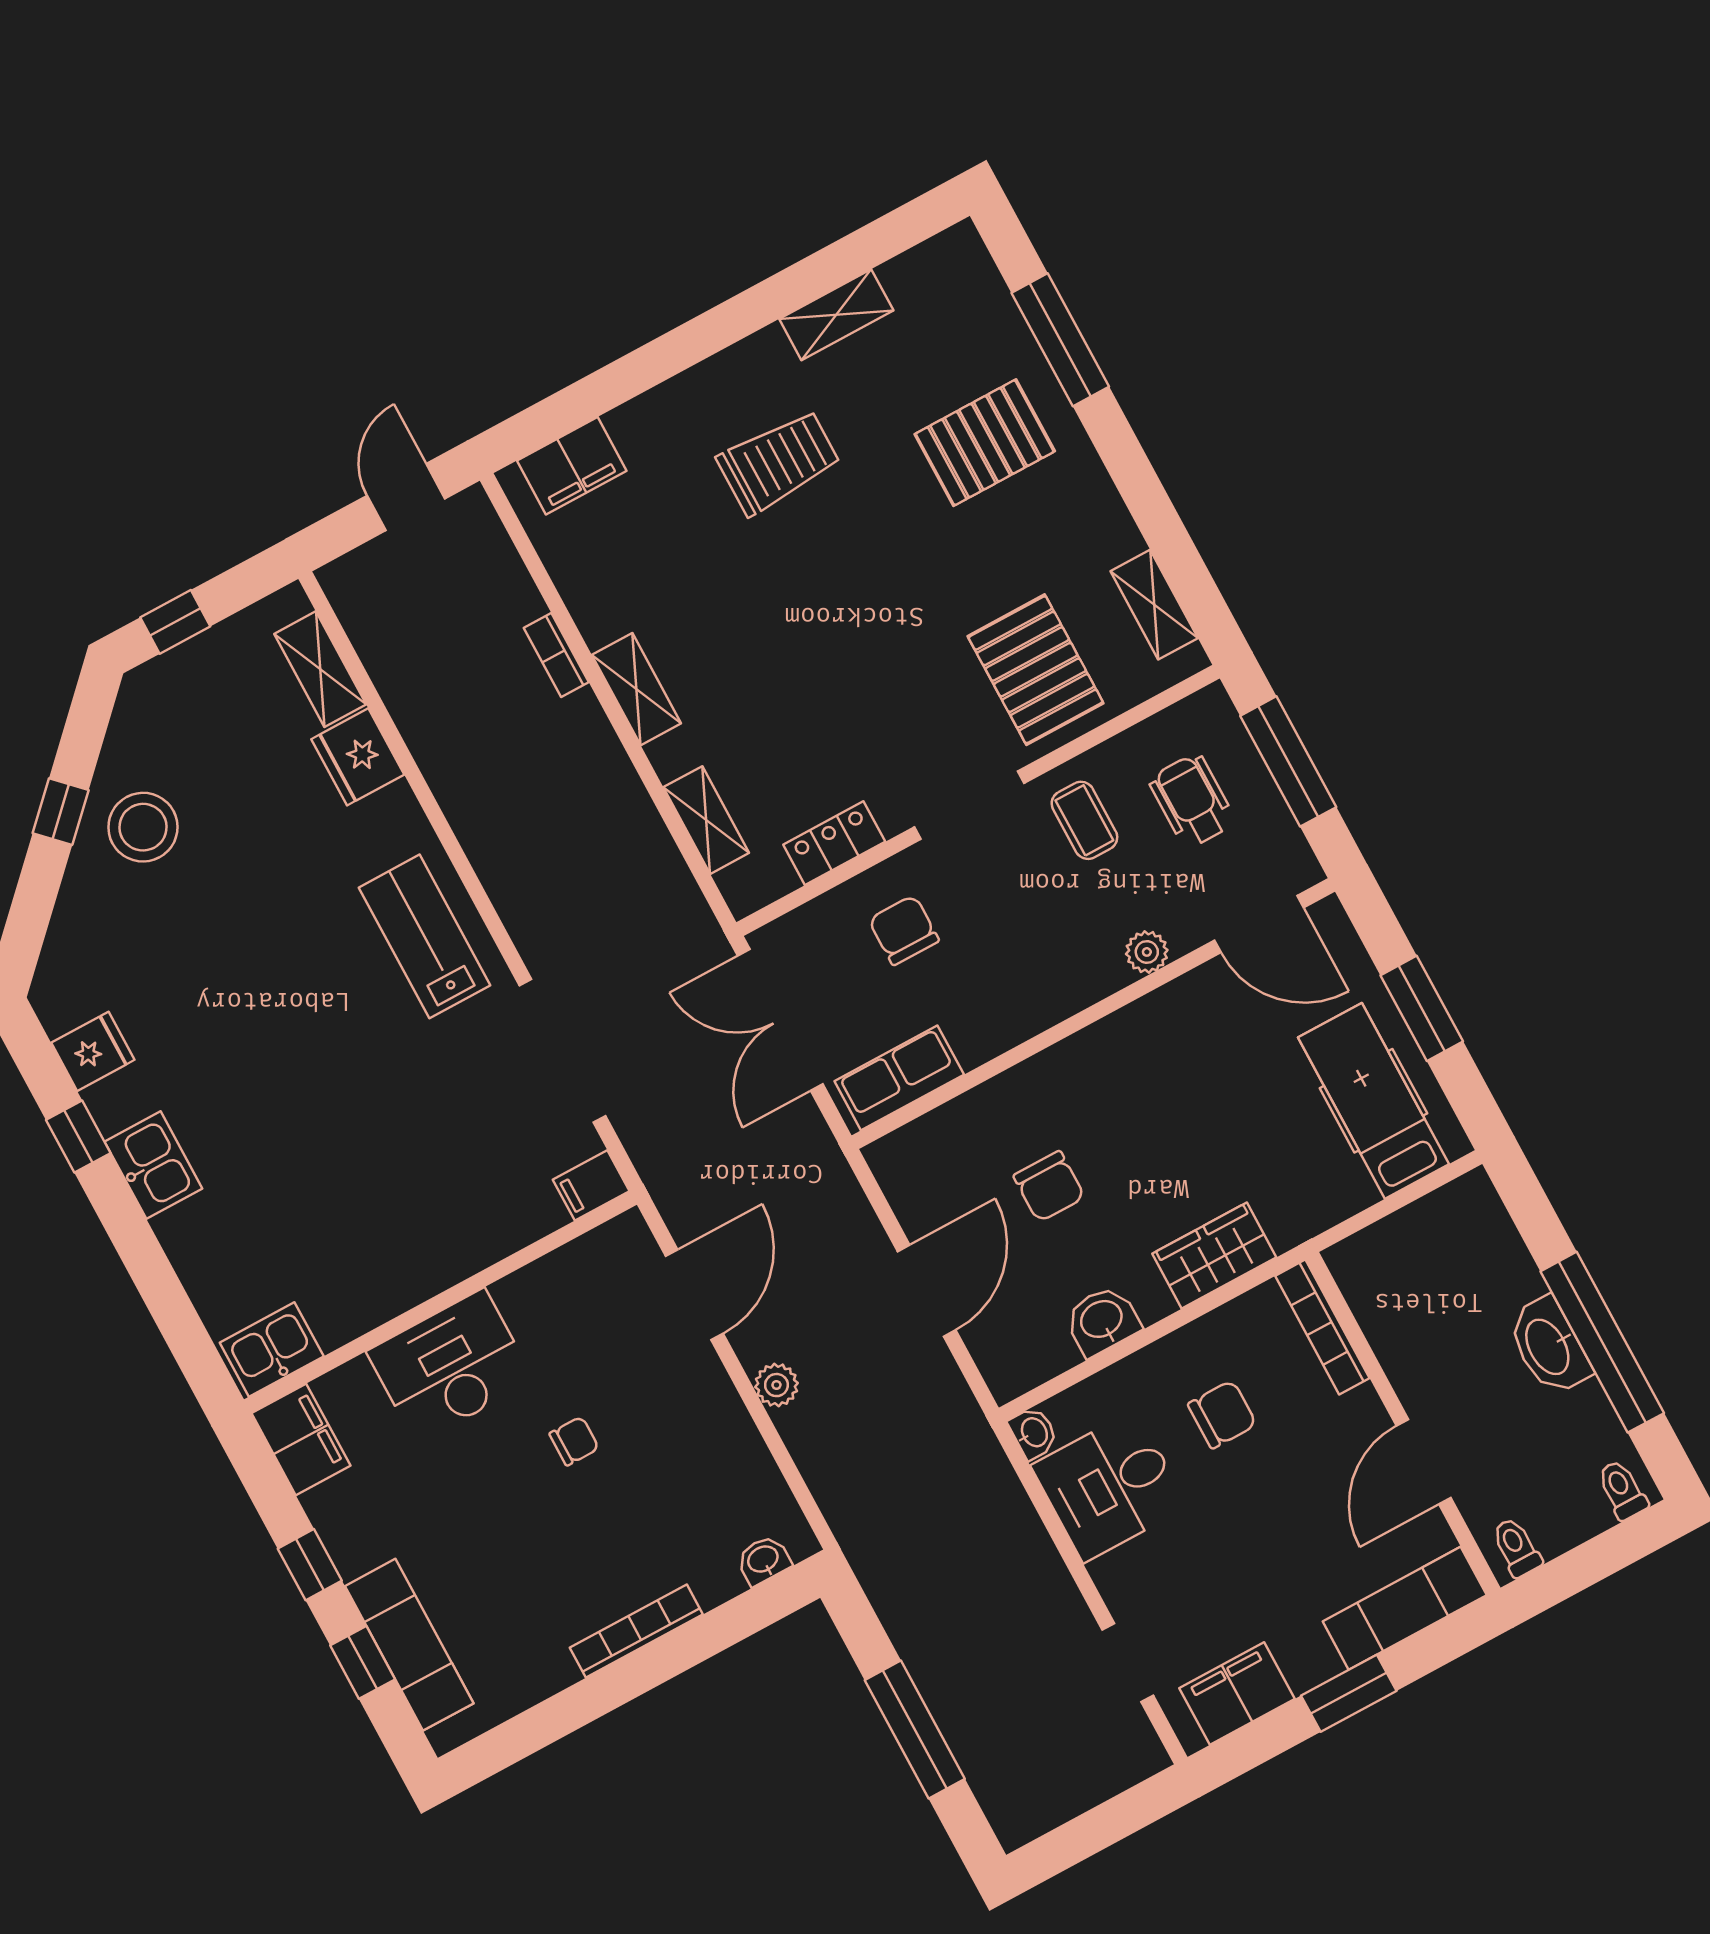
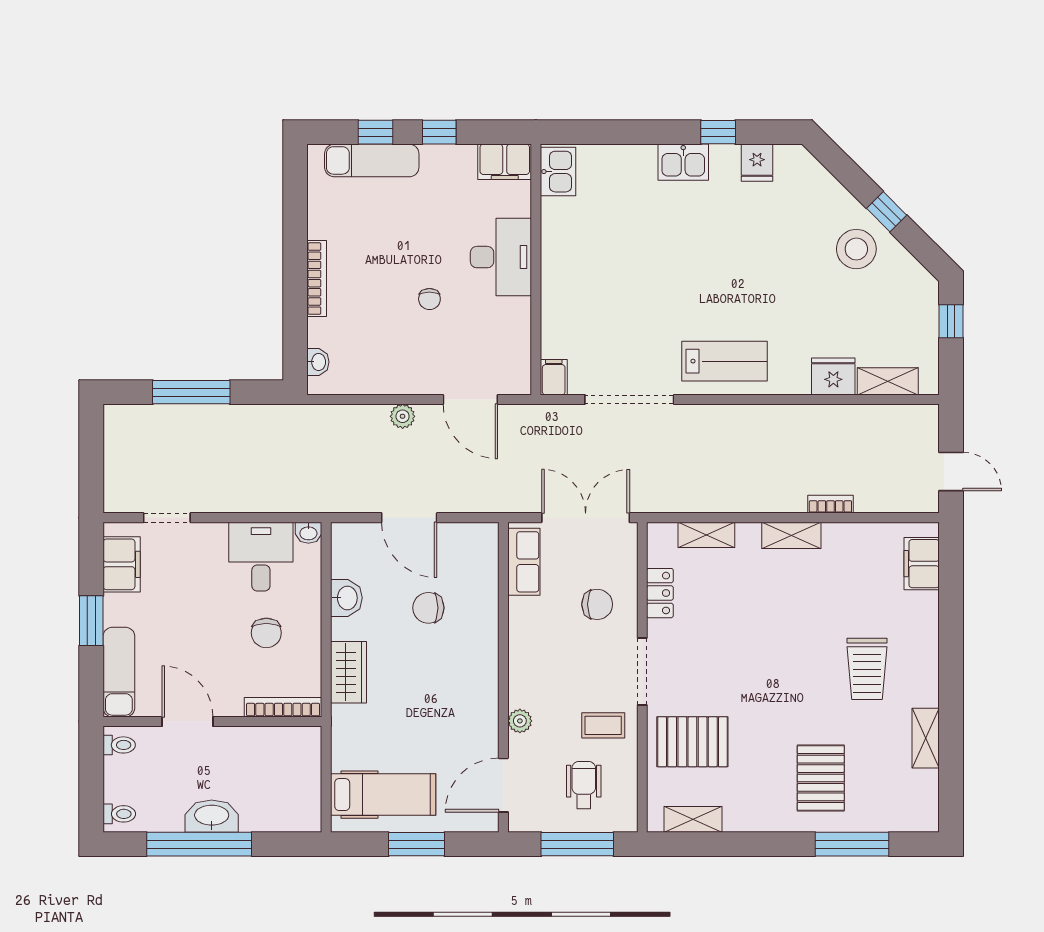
wheelchair: (1192, 801) -> (584, 785), turned -90

